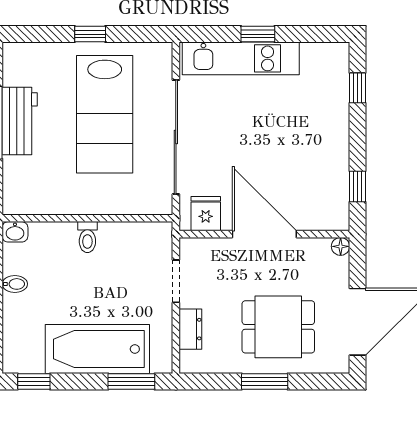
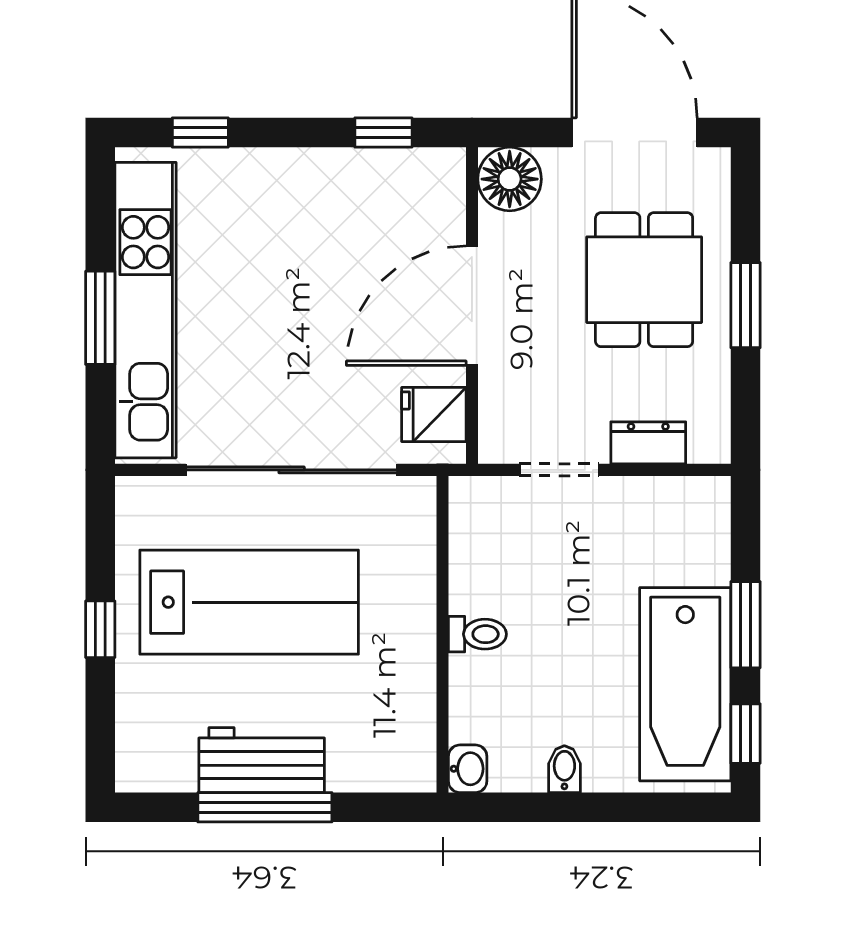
window: (258, 34) -> (100, 318), width x1.50
kitchen unit: (241, 58) -> (146, 310), width x1.36
floor lamp: (341, 246) -> (510, 179), width x1.89, depth x1.89
bathtub: (97, 349) -> (685, 684), moved
window: (131, 381) -> (746, 625), moved

